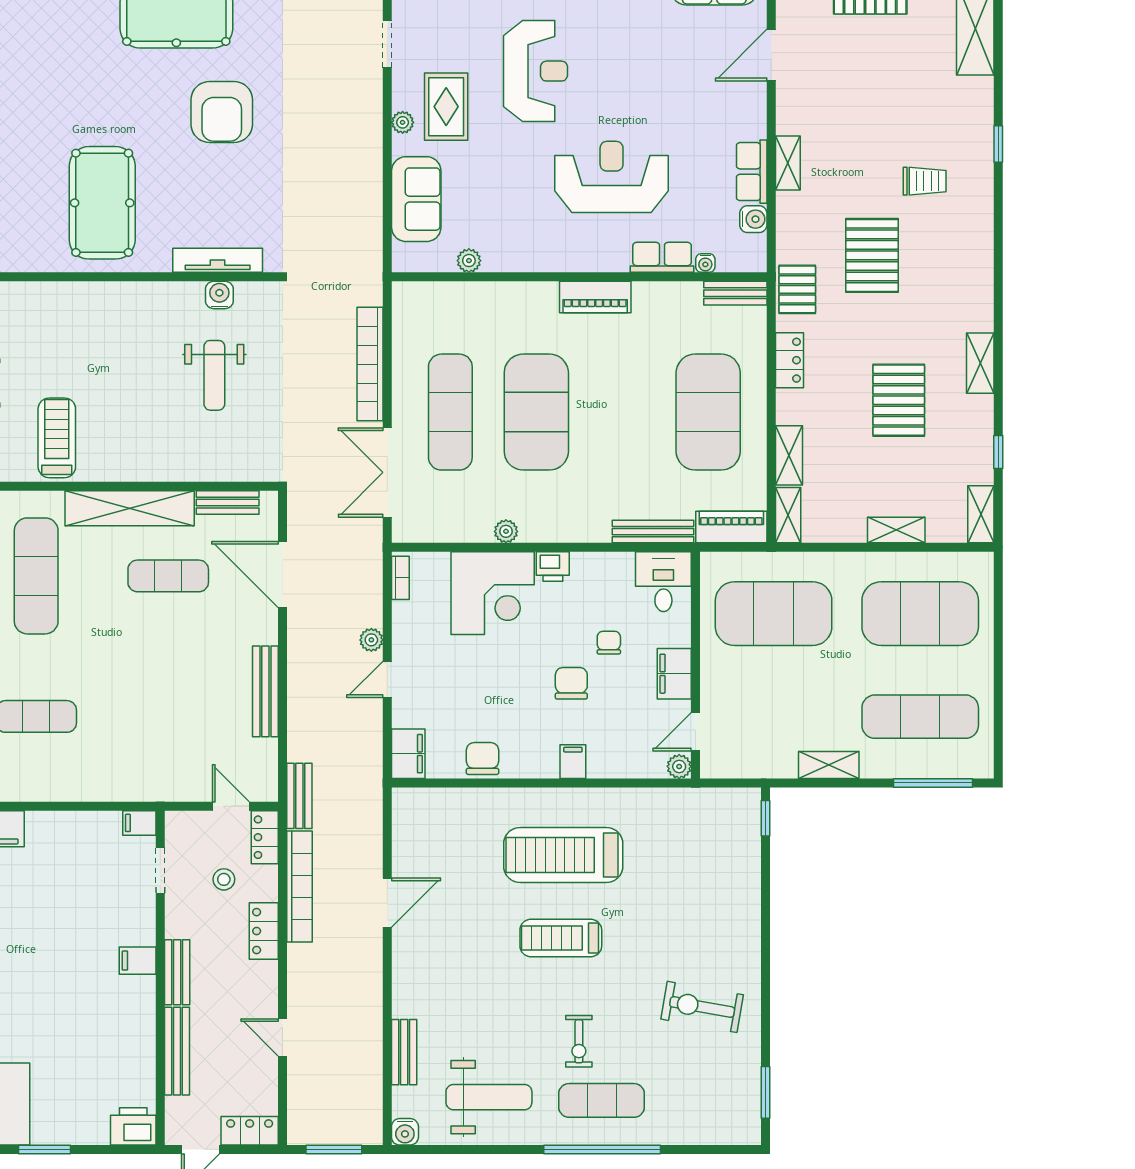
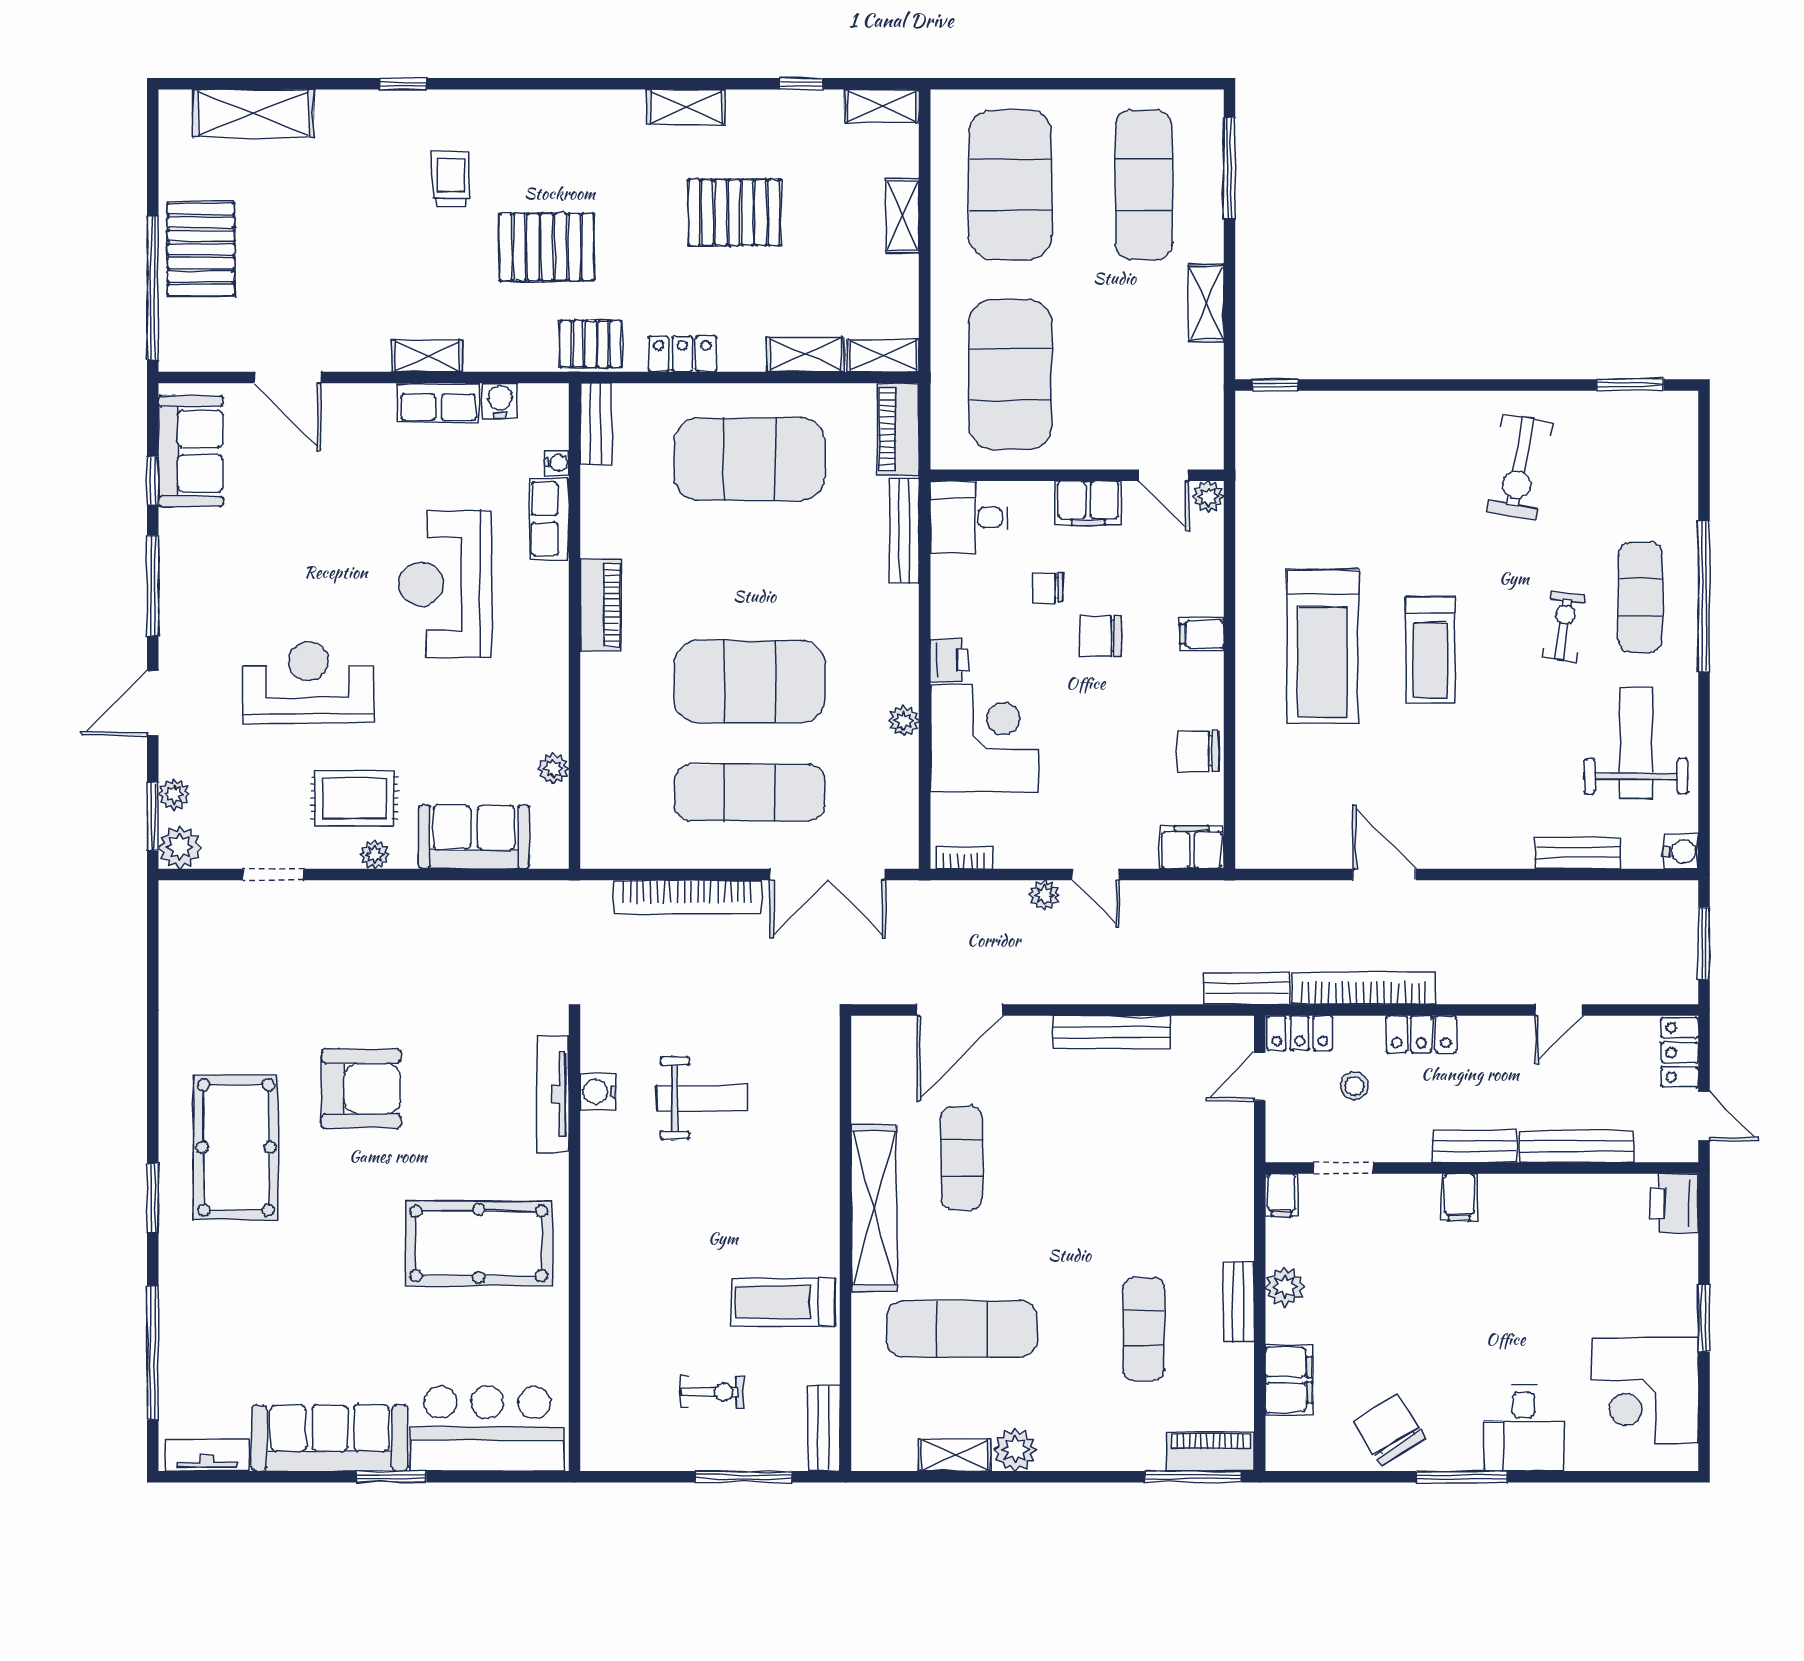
bench: (228, 503) -> (1239, 1302), moved
plant: (68, 826) -> (1285, 1287), added
exercise bike: (579, 1041) -> (1564, 626), turned -83

